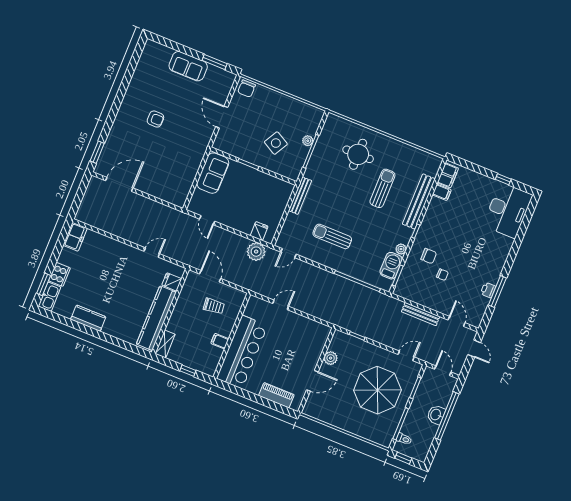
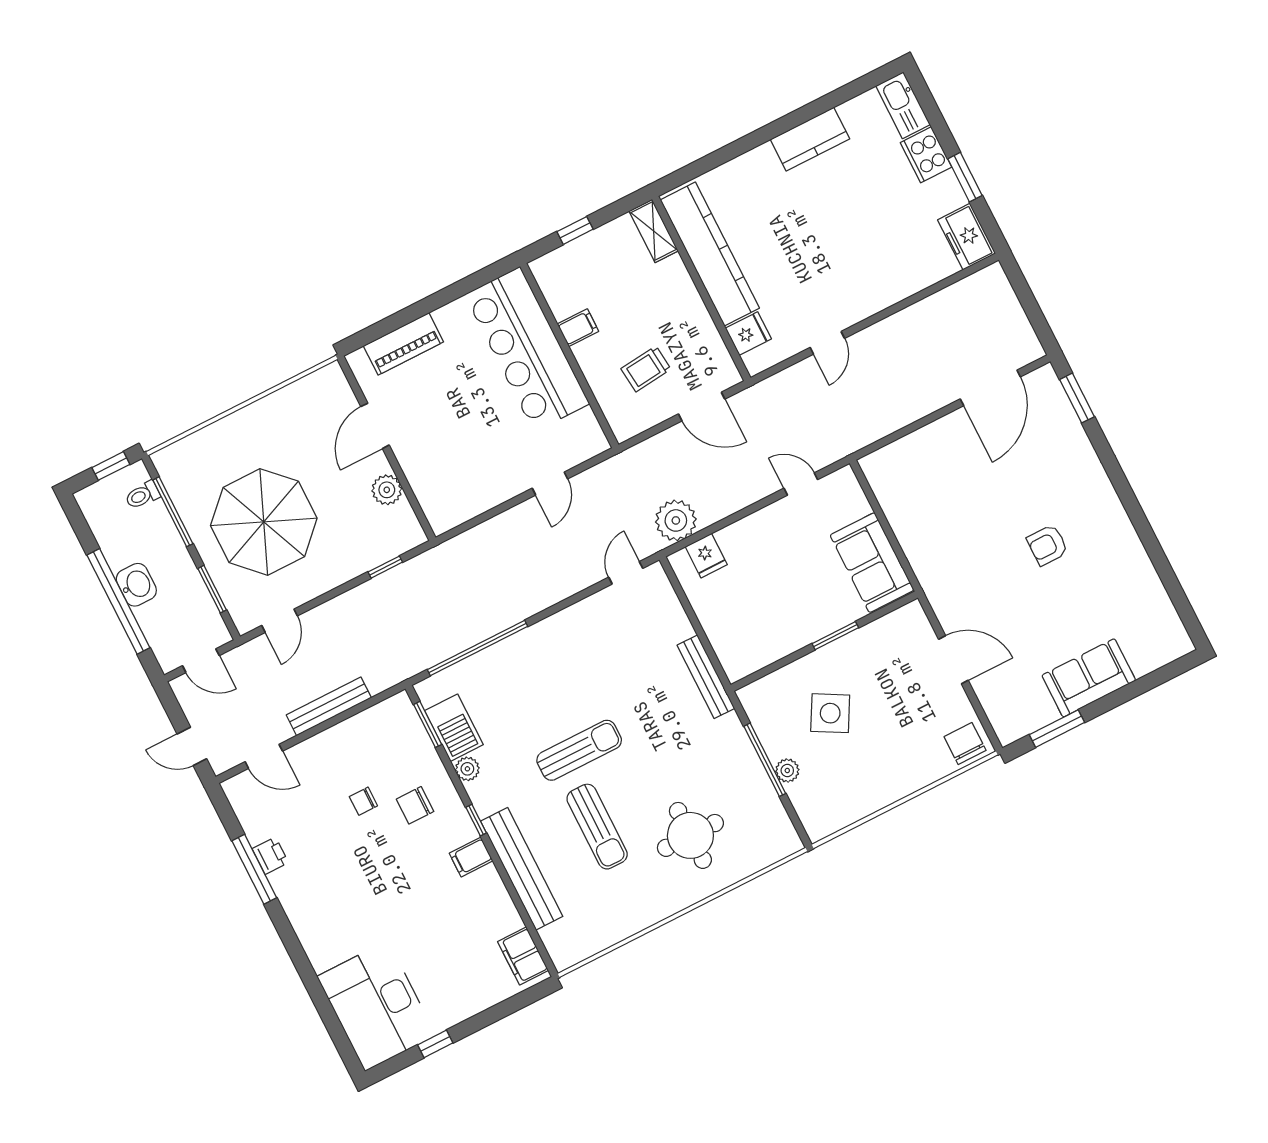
filing cabinet: (442, 192) -> (471, 857), moved
sun lounger: (332, 236) -> (579, 750), moved
window: (44, 284) -> (965, 177), moved

